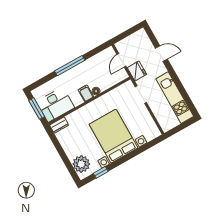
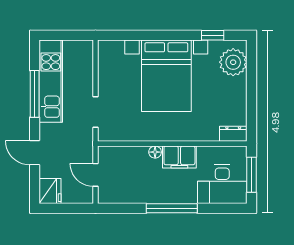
door: (121, 60) -> (95, 175), swing flipped
fridge: (137, 71) -> (50, 191), moved, turned 180
window: (180, 86) -> (35, 94), added
filing cabinet: (86, 93) -> (179, 157), width x2.00
desk: (55, 105) -> (222, 184), moved, turned 180

